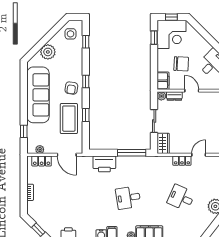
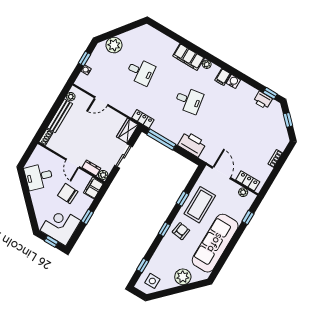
window: (154, 38) -> (87, 217), moved
locker: (182, 161) -> (143, 119), moved
desk: (181, 198) -> (141, 72), turned -30

